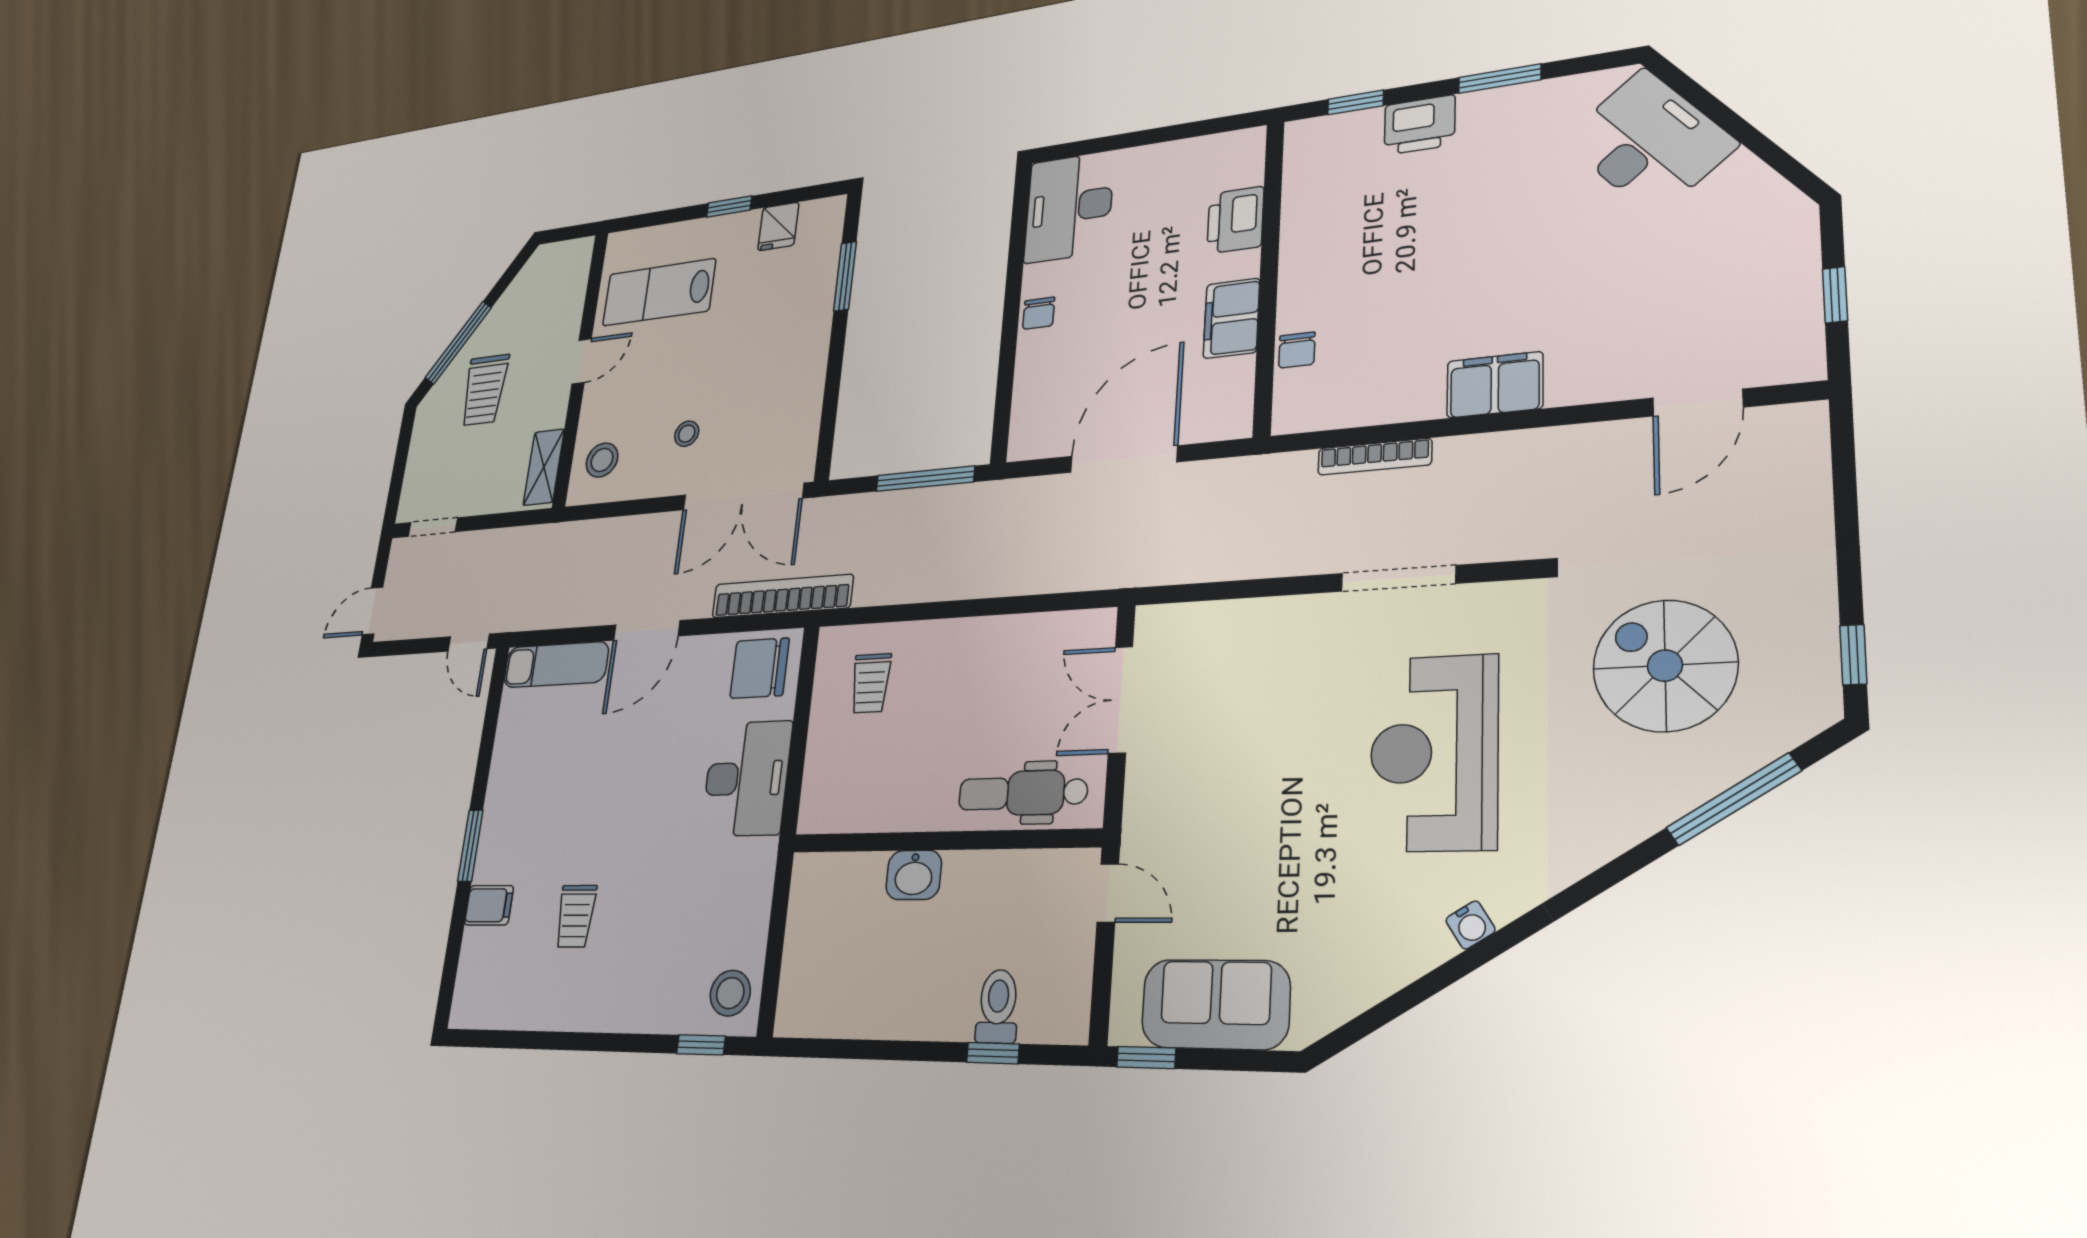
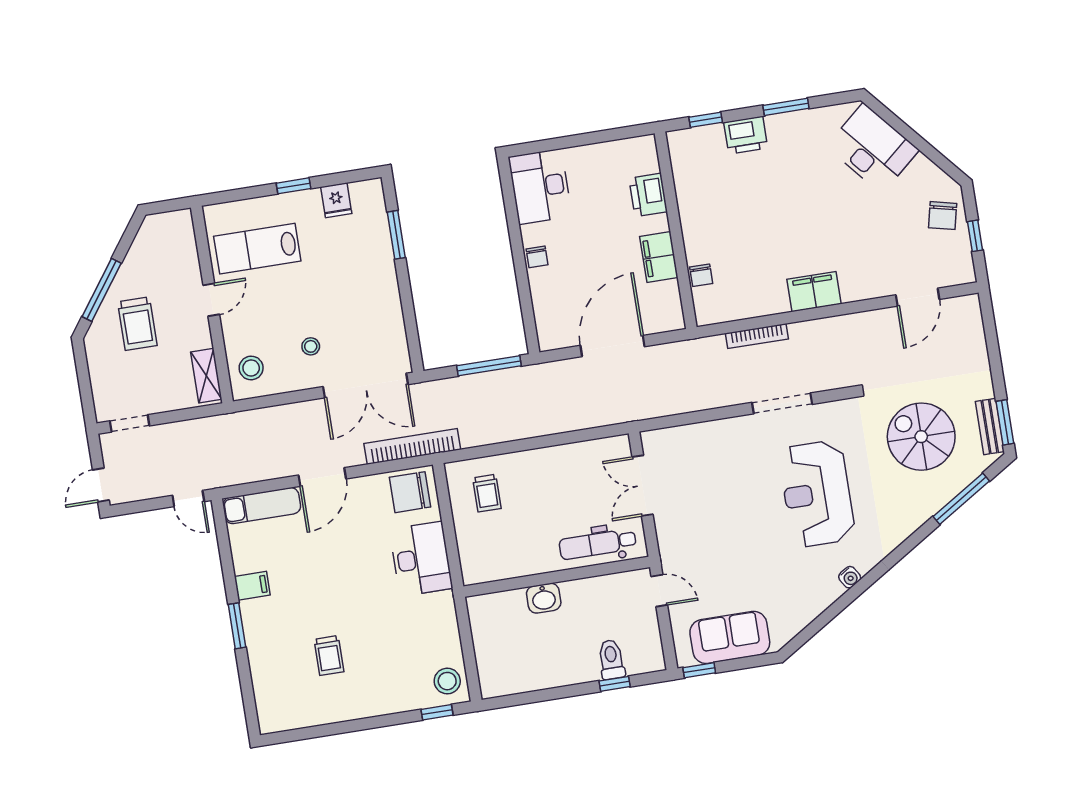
chair: (1772, 257) -> (943, 216), added
window: (1853, 655) -> (1005, 422), width x1.50
bench: (1818, 660) -> (990, 426), added
filing cabinet: (489, 905) -> (252, 586), moved

